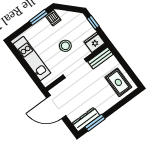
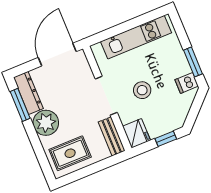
plant: (102, 103) -> (46, 123), added

